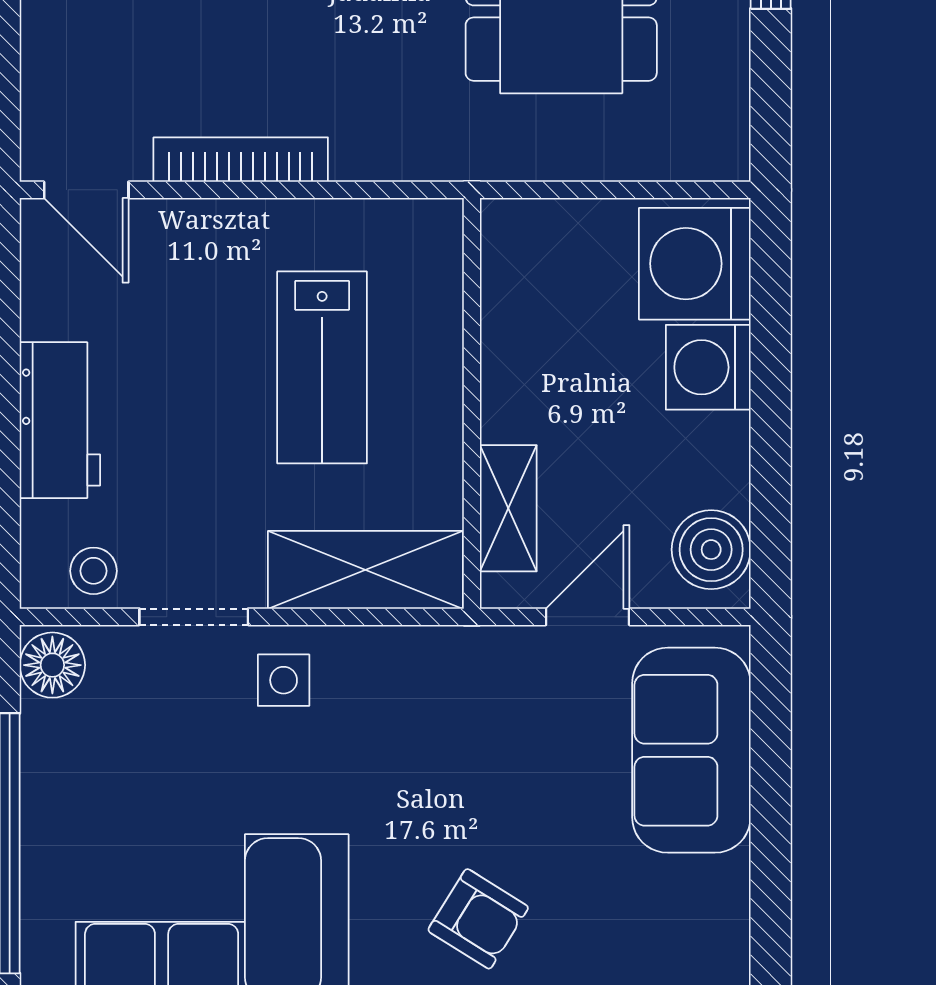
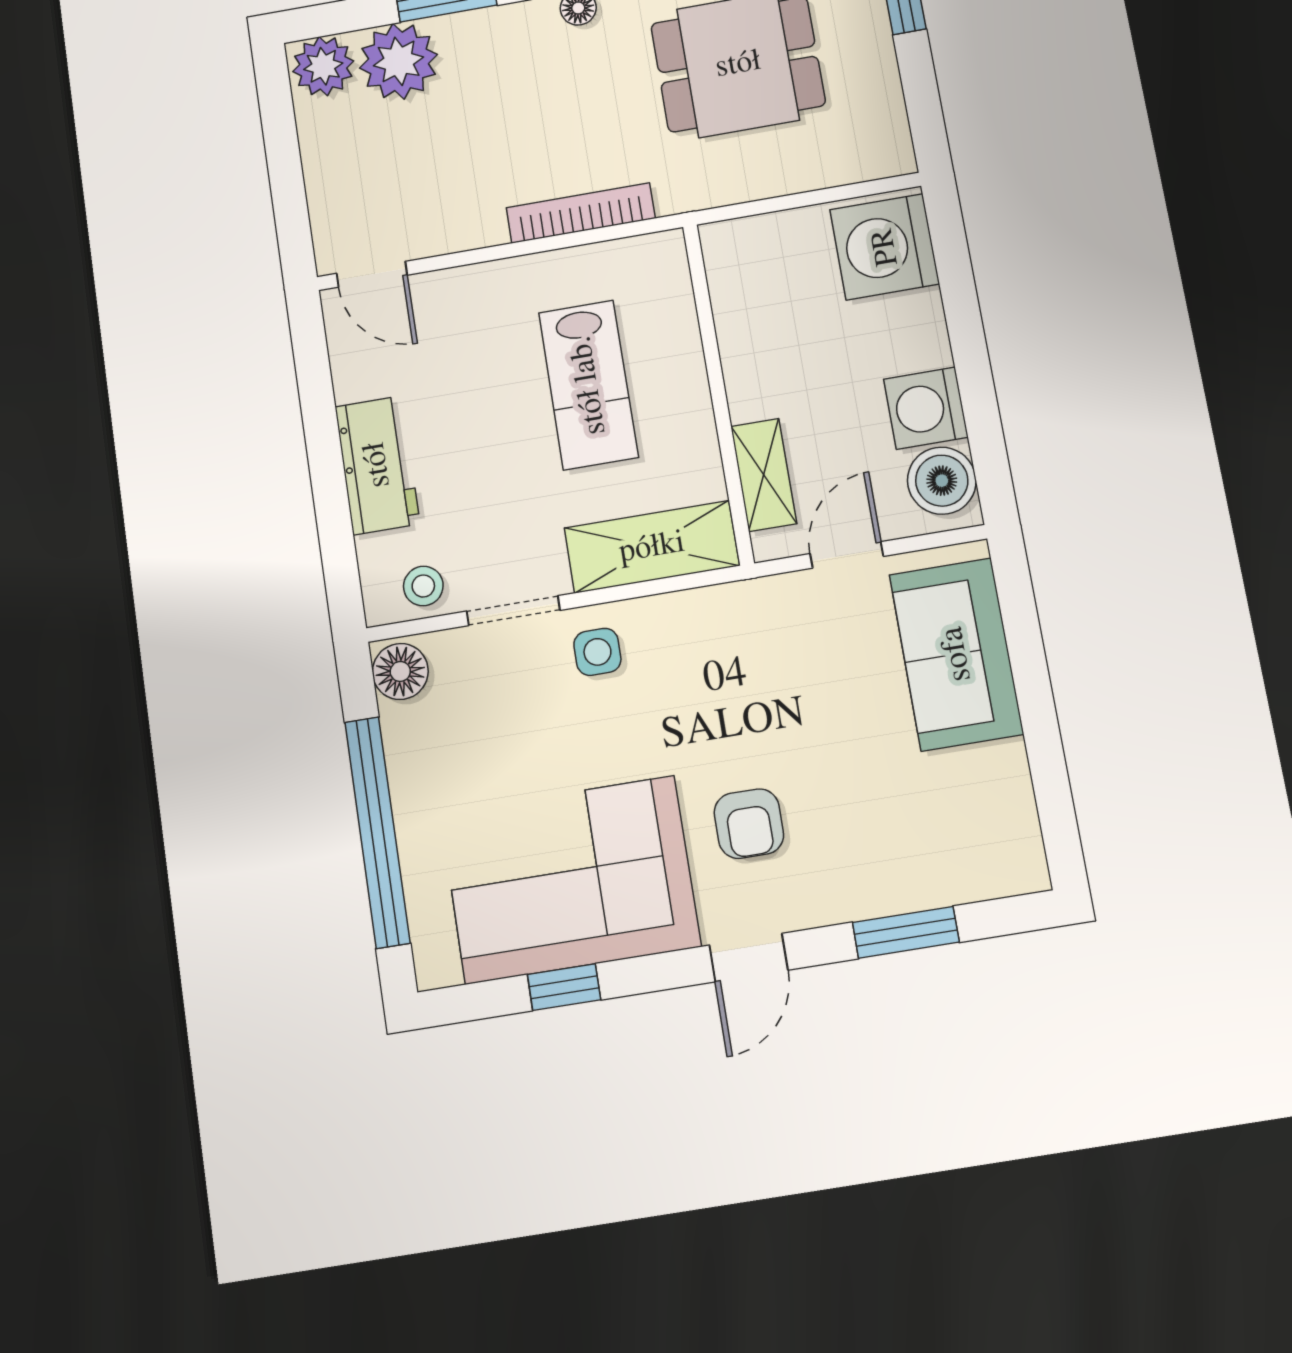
bookcase: (241, 160) -> (581, 213), moved
washing machine: (708, 367) -> (926, 408), moved
armchair: (478, 919) -> (749, 824), moved, turned 58

